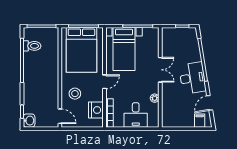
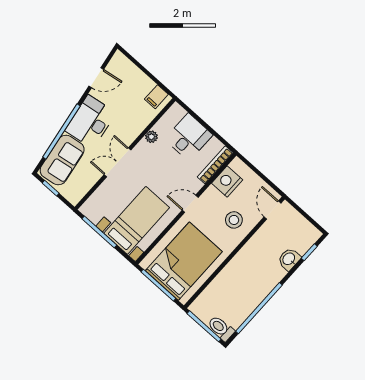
toilet: (32, 46) -> (221, 328), moved
sofa: (189, 46) -> (62, 160), added
washbasin: (29, 121) -> (289, 259), moved
filing cabinet: (200, 121) -> (156, 97), moved

